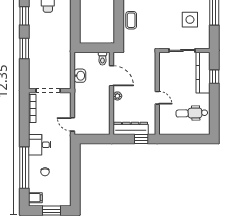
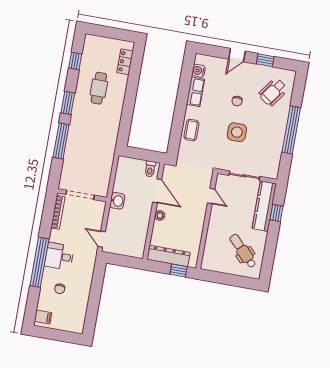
side table: (190, 20) -> (237, 132), moved
window: (24, 49) -> (61, 141), width x1.44
washbasin: (80, 76) -> (117, 201), moved
door: (157, 98) -> (211, 196), moved
dental chair: (192, 113) -> (243, 251), turned 48
window: (24, 168) -> (39, 262), moved
window: (51, 211) -> (59, 335), removed

